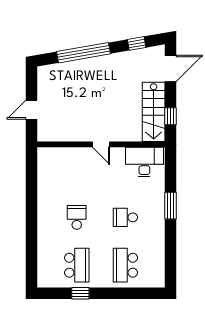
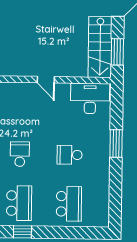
window: (170, 116) -> (117, 52), width x1.50
school desk: (125, 265) -> (69, 204), turned 180

